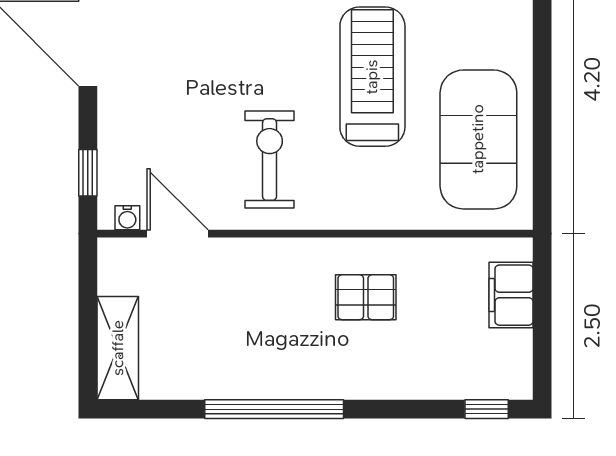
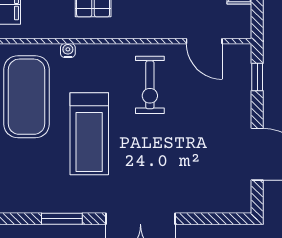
water cooler: (127, 218) -> (68, 50), moved

